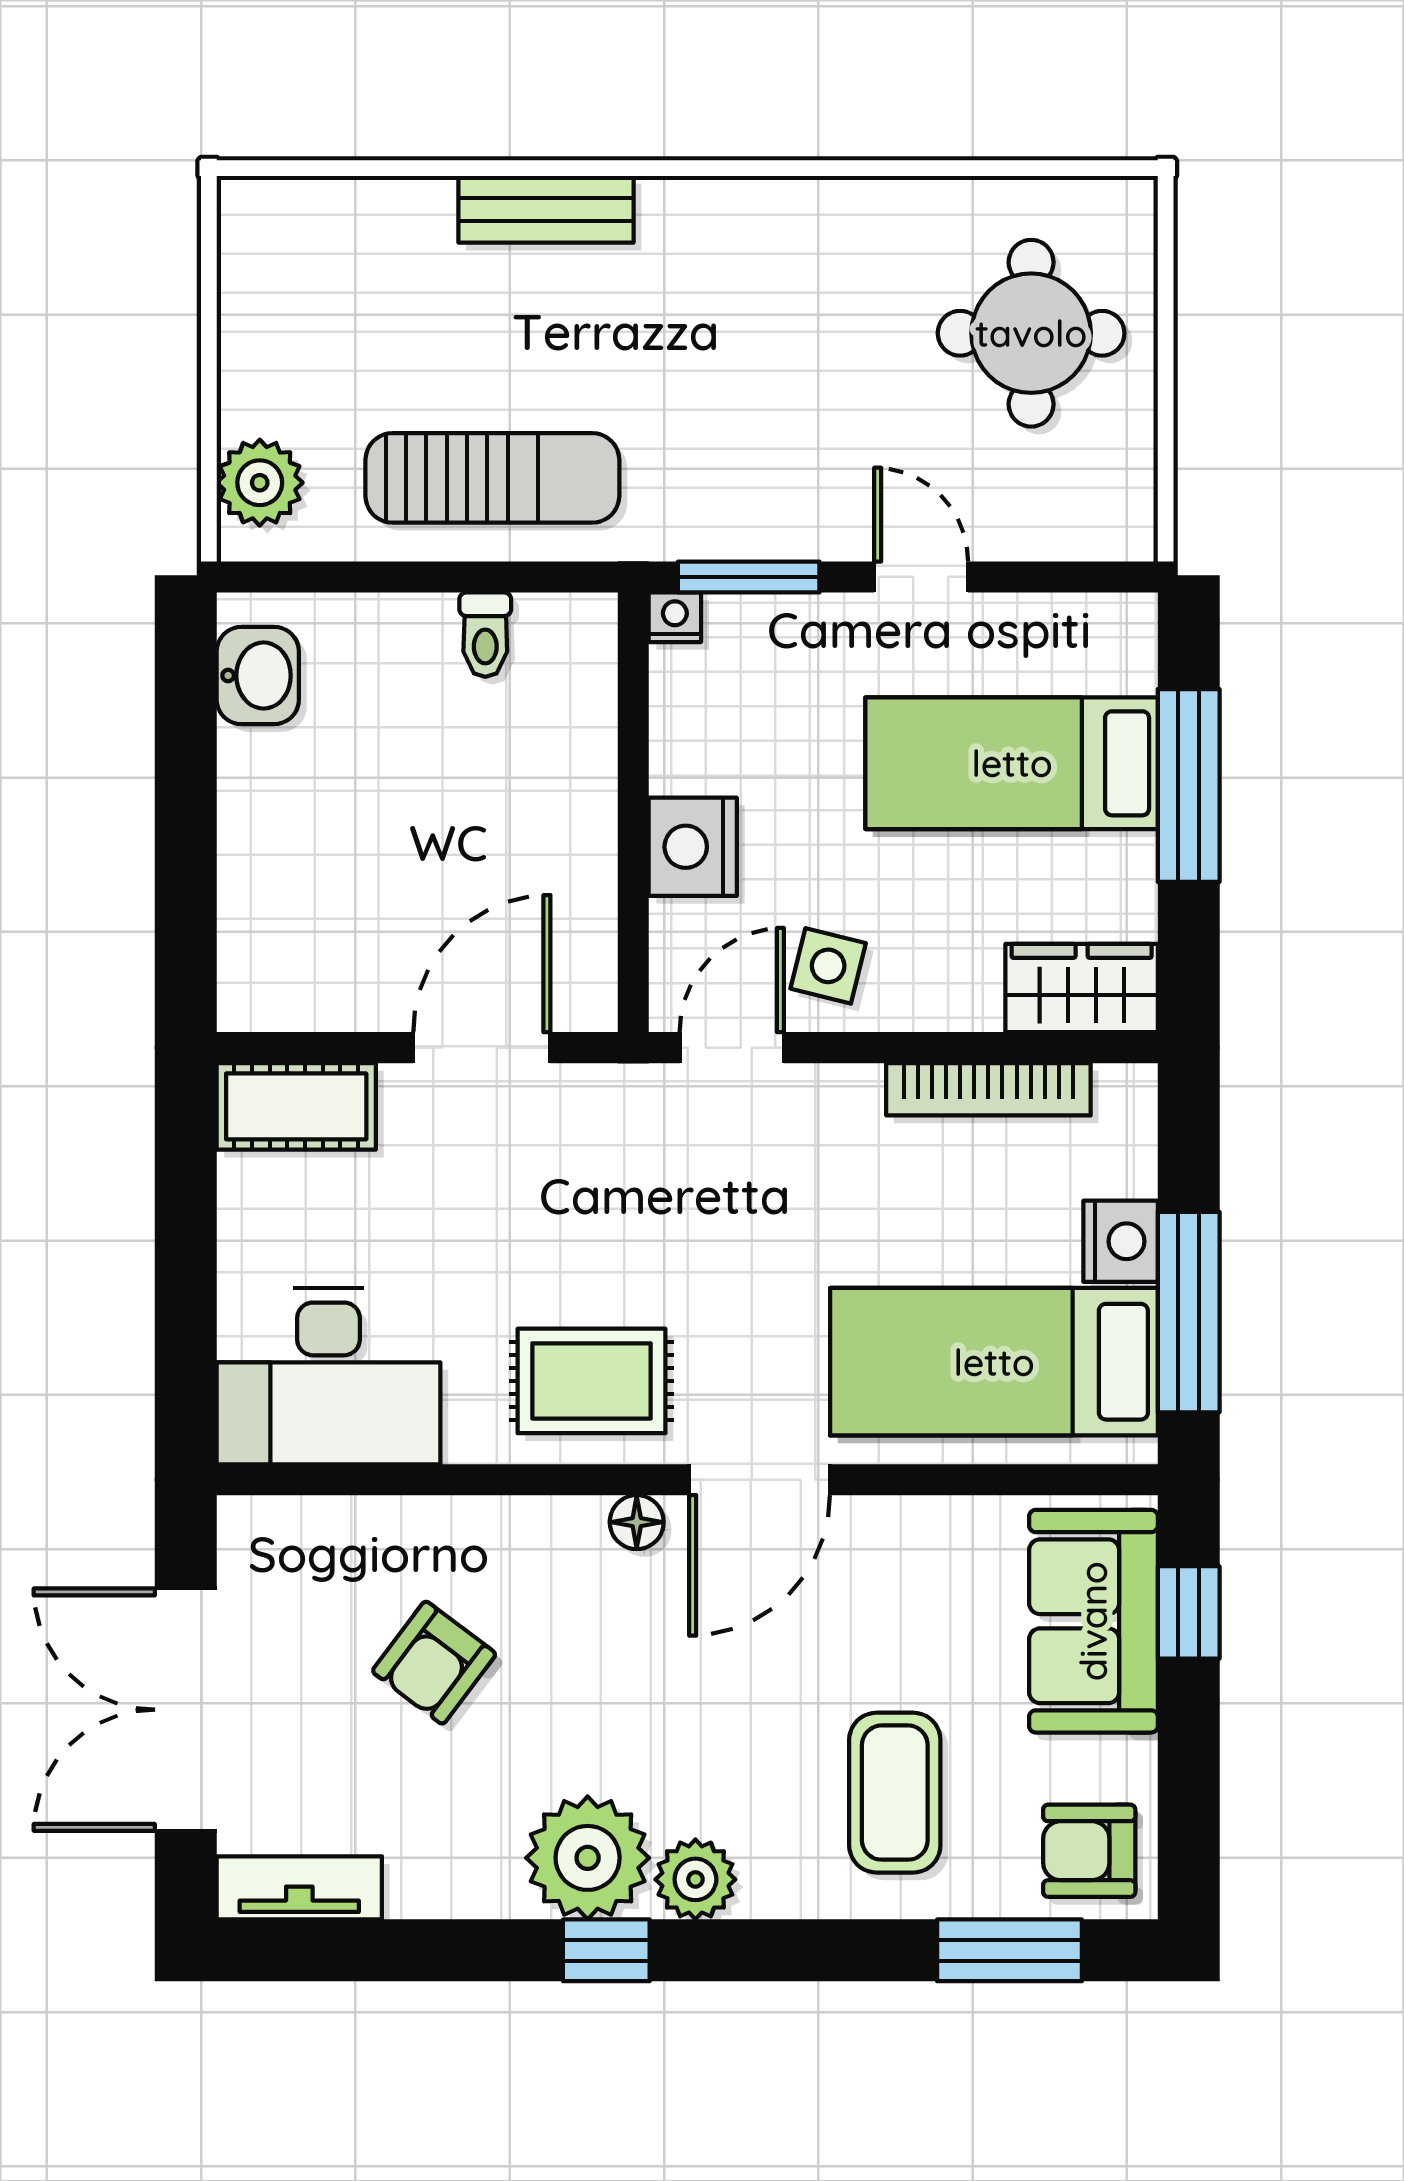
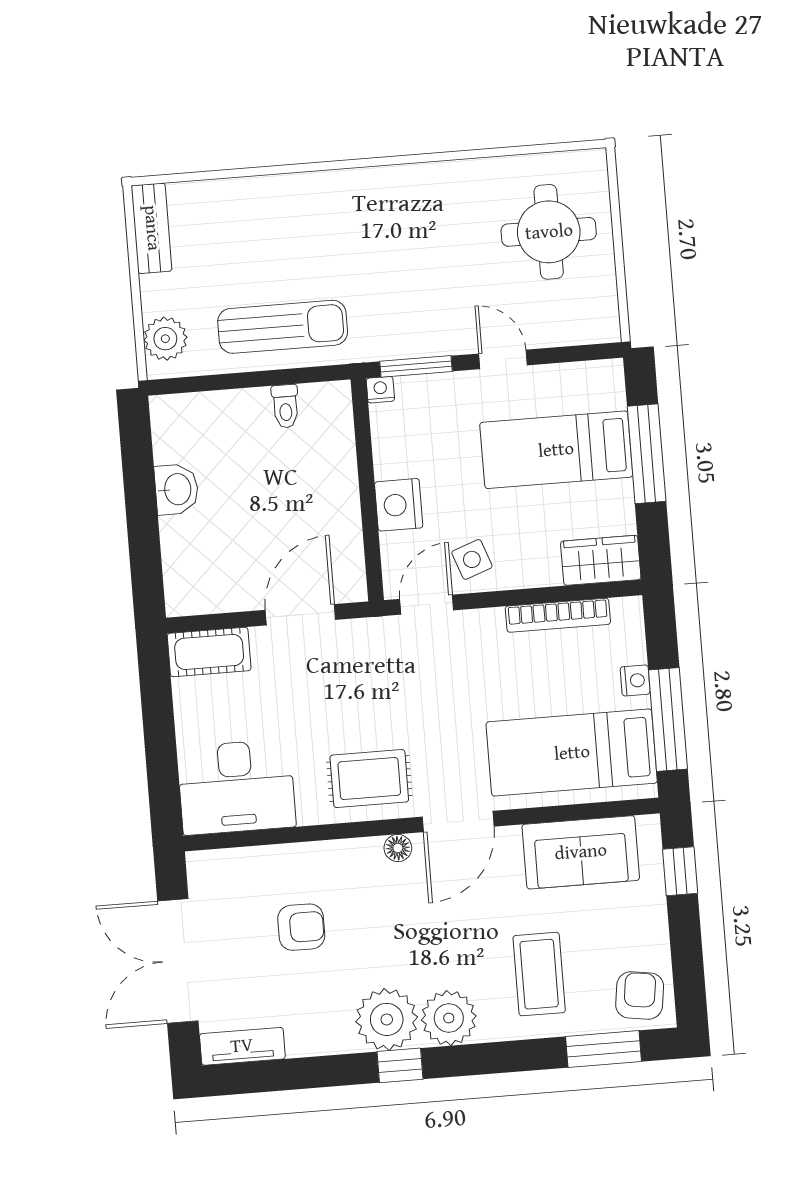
bench: (546, 209) -> (152, 228), moved, turned 90
washbasin: (258, 676) -> (176, 489), moved
side table: (828, 966) -> (472, 559), turned -34
nightstand: (1121, 1241) -> (635, 680), width x0.72, depth x0.74
sofa: (1093, 1621) -> (581, 852), moved, turned -90
armchair: (434, 1663) -> (301, 927), turned -127
armchair: (1089, 1851) -> (640, 995), turned 98
plant: (695, 1879) -> (449, 1018), width x1.36, depth x1.36

